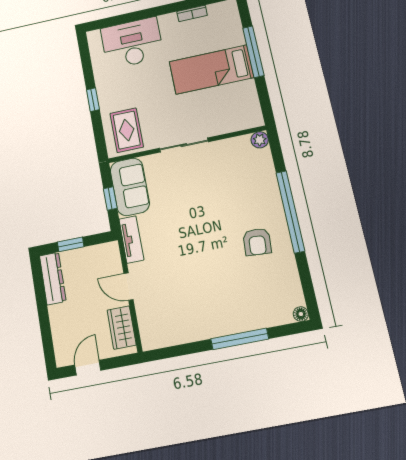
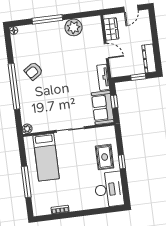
desk: (132, 43) -> (109, 189), moved, turned -90
bed: (211, 70) -> (46, 157), moved, turned 90
rug: (127, 130) -> (105, 157), moved
armchair: (257, 242) -> (34, 71), turned -128
plant: (190, 326) -> (74, 27), added

